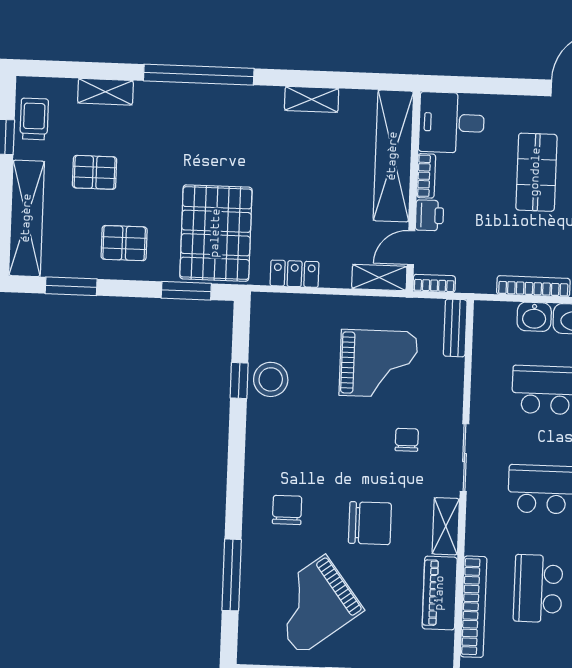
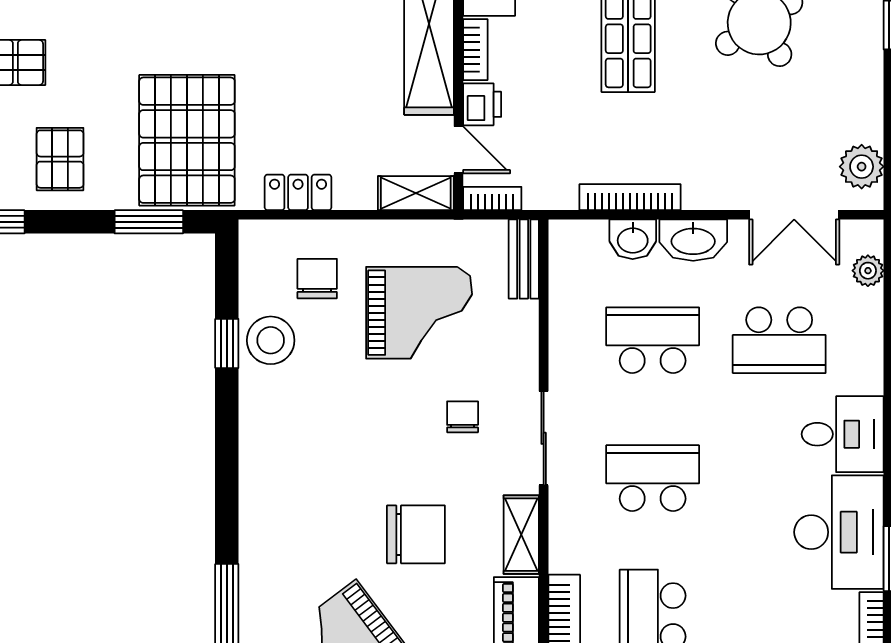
pallet: (124, 243) -> (60, 159), turned 90
door: (411, 248) -> (458, 150), swing flipped
chair: (287, 510) -> (317, 279), moved

